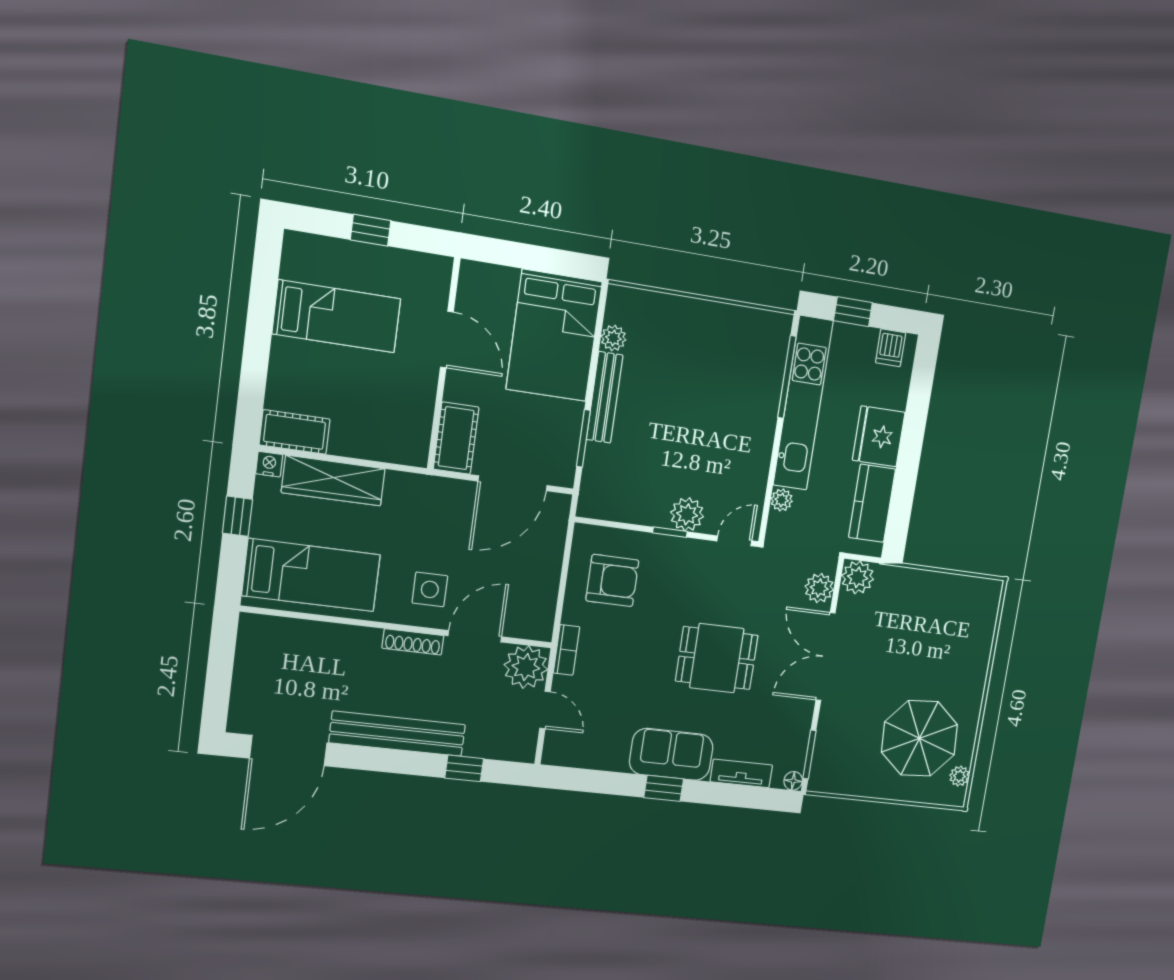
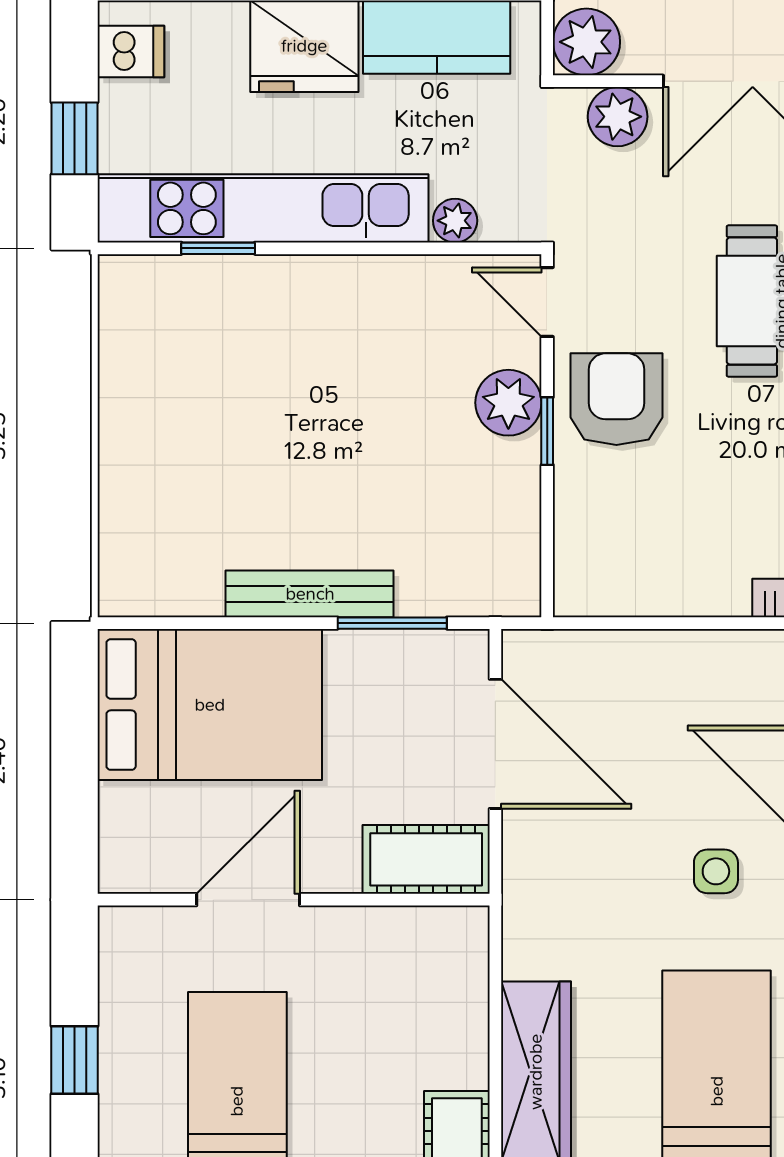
plant: (613, 338) -> (197, 593), removed
window: (787, 377) -> (218, 248), width x0.46
armchair: (612, 580) -> (616, 399), moved
side table: (430, 589) -> (716, 871), width x0.73, depth x0.73

